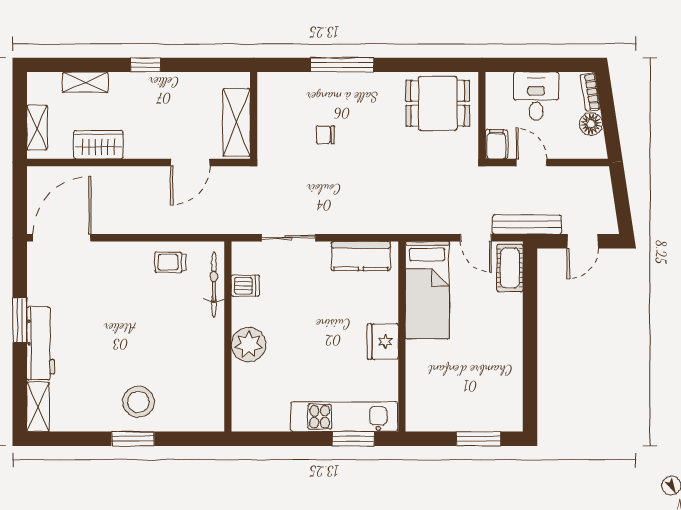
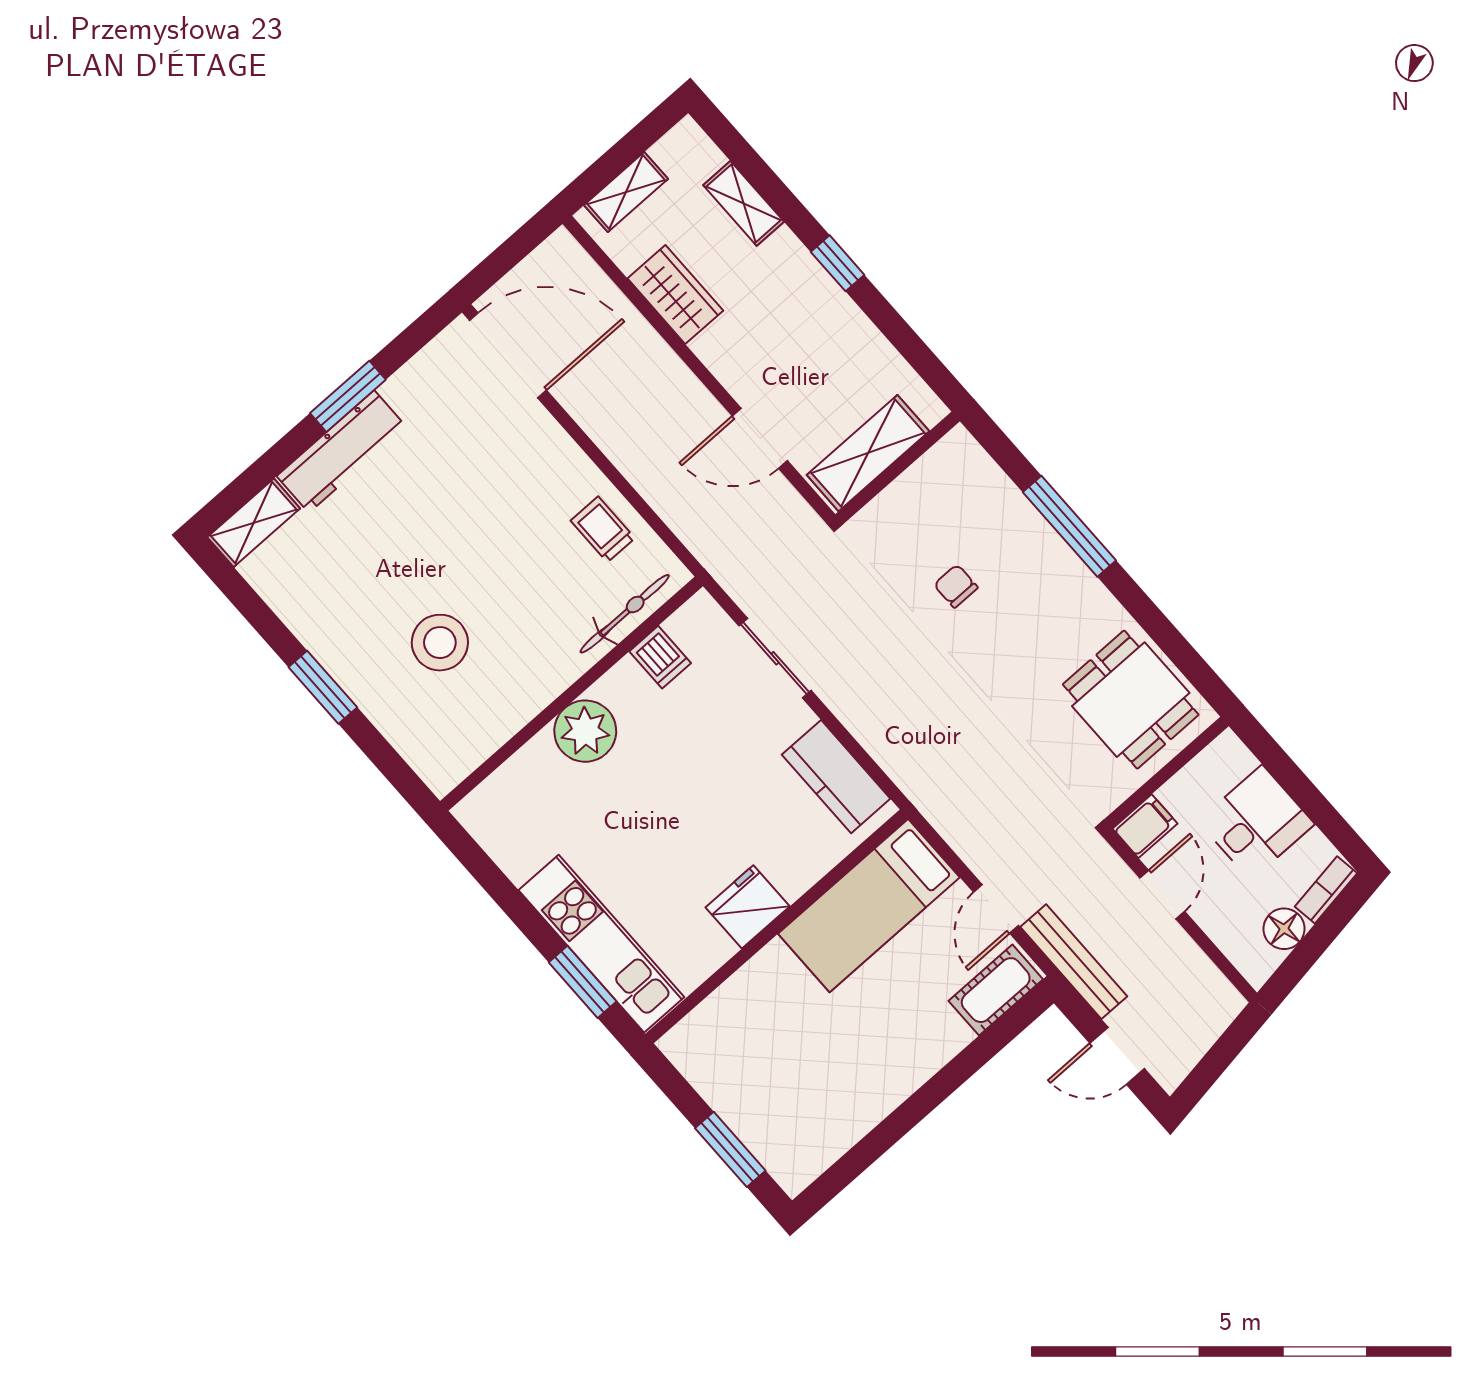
stool: (138, 402) -> (440, 643), moved

